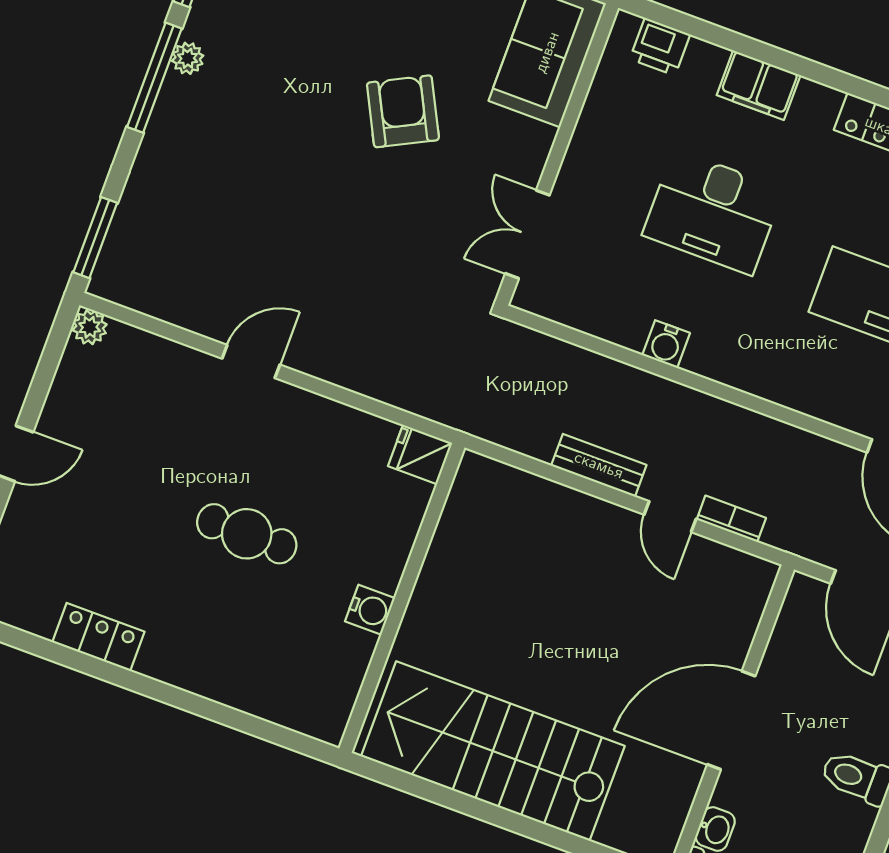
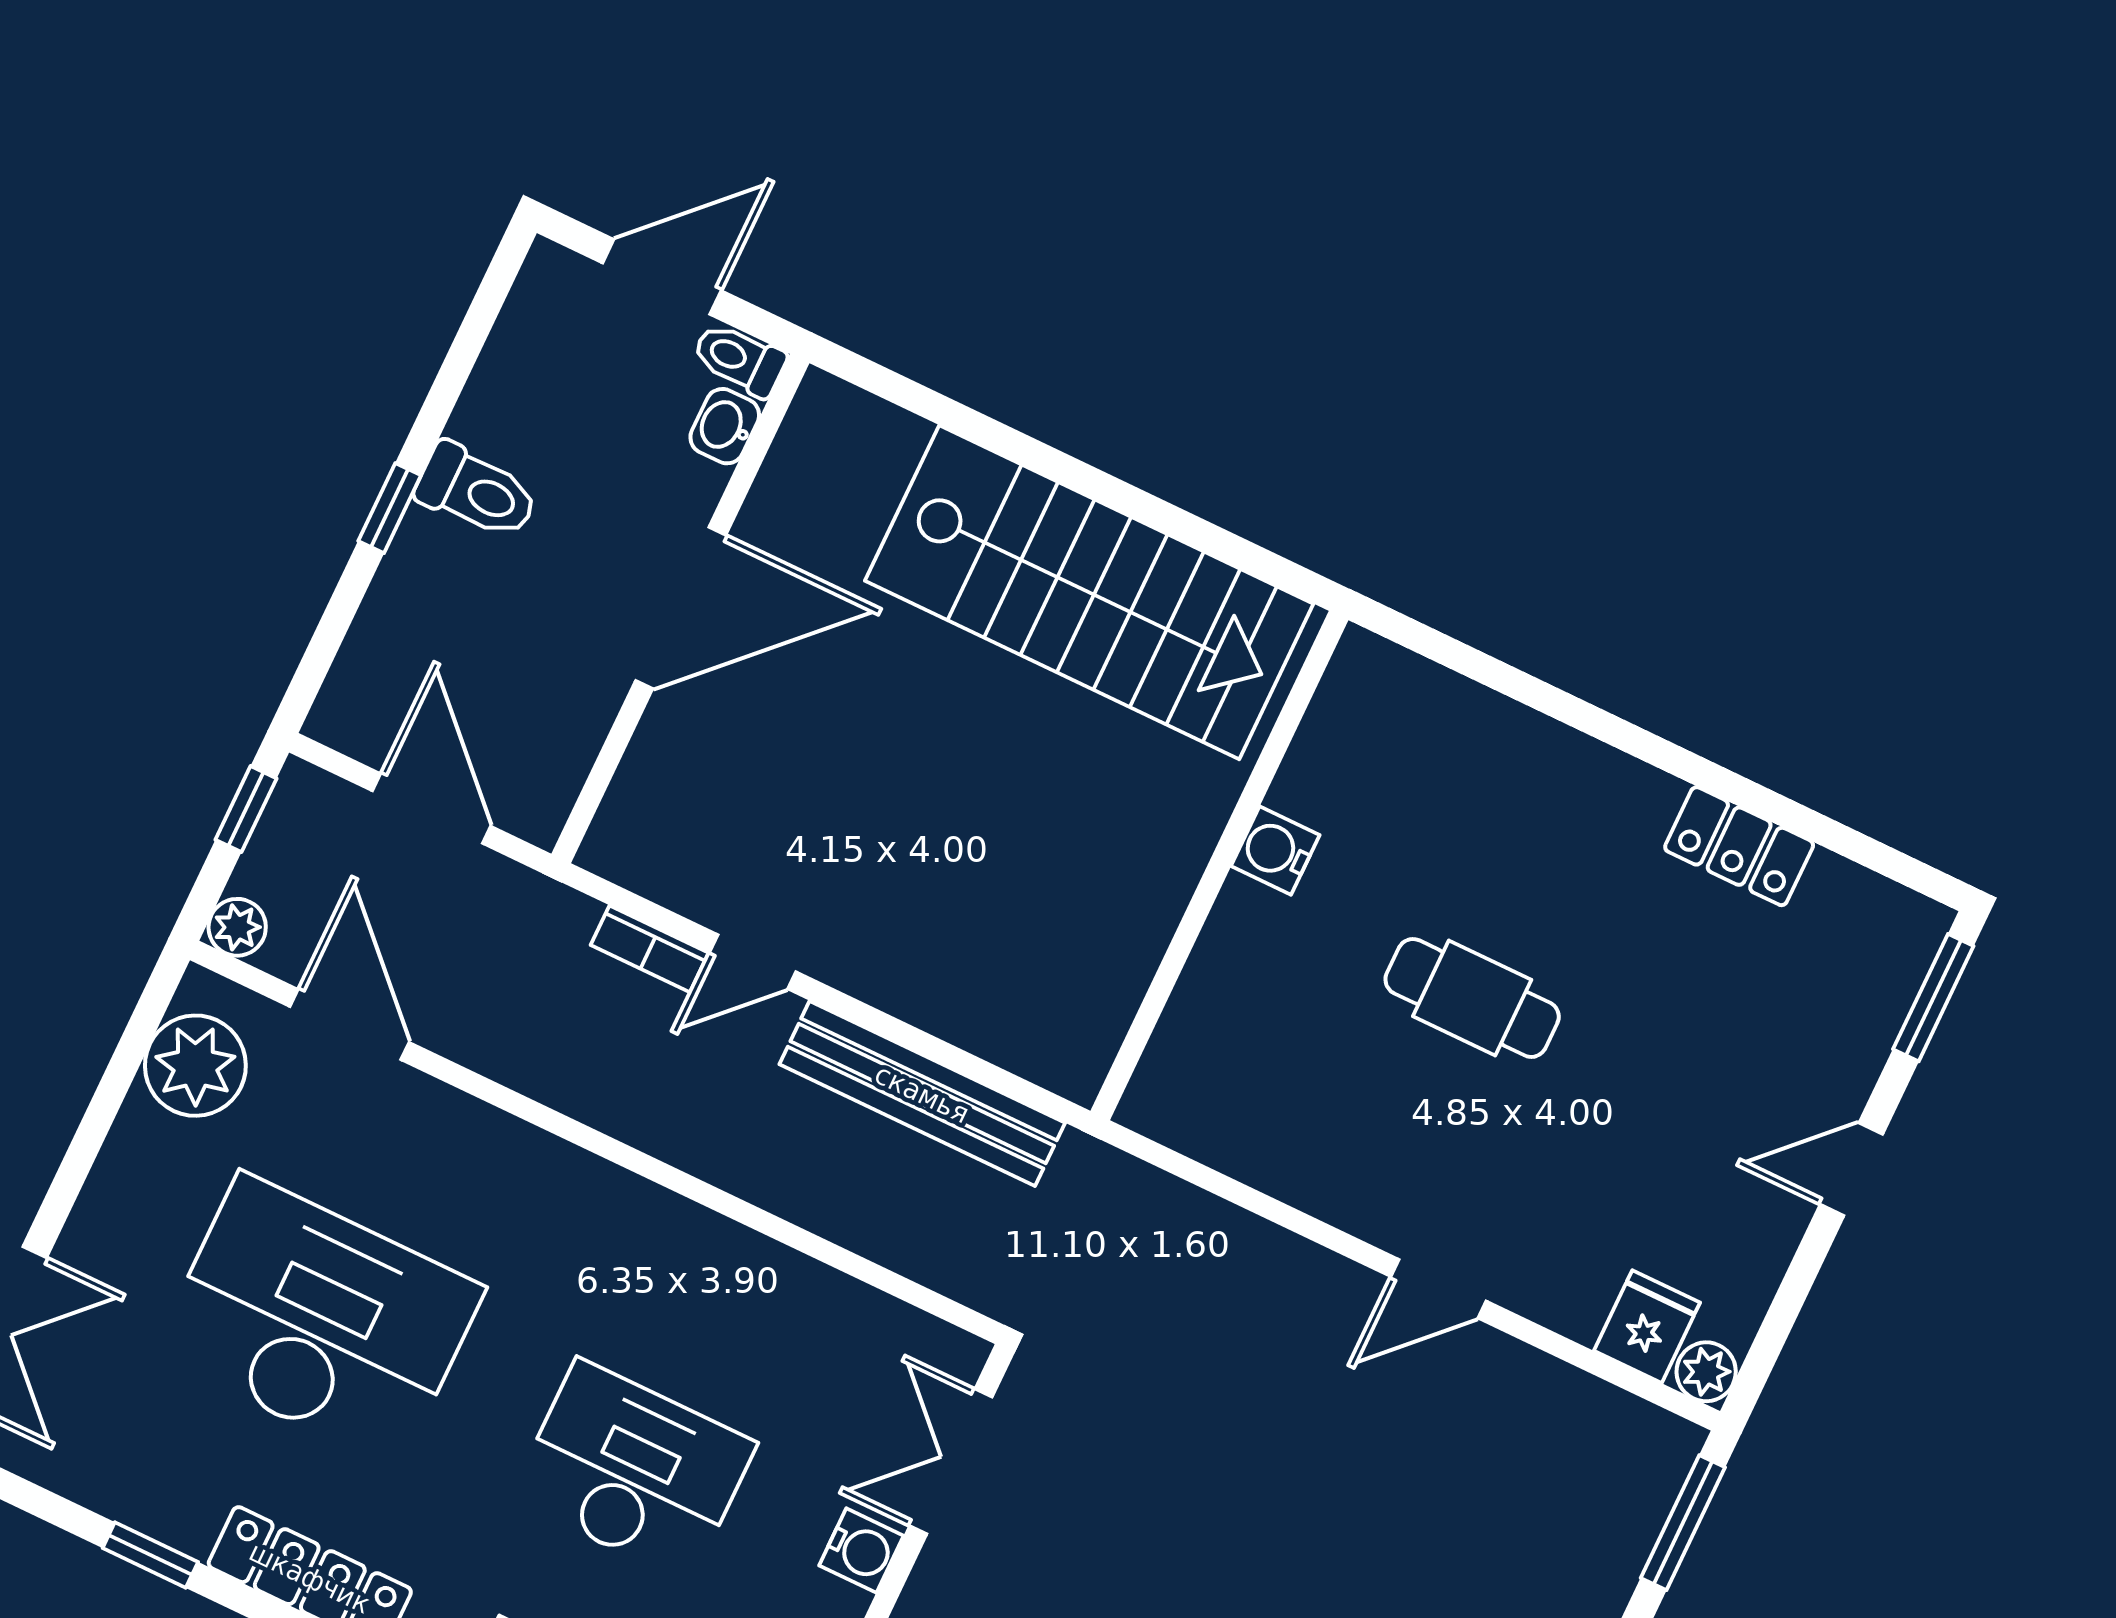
double door: (527, 234) -> (951, 1462), swing flipped
water cooler: (666, 344) -> (861, 1551), moved, turned 90
fridge: (420, 454) -> (1647, 1327), moved, turned -90
bench: (599, 465) -> (922, 1094), width x1.86, depth x1.21
door: (670, 517) -> (753, 962), swing flipped

